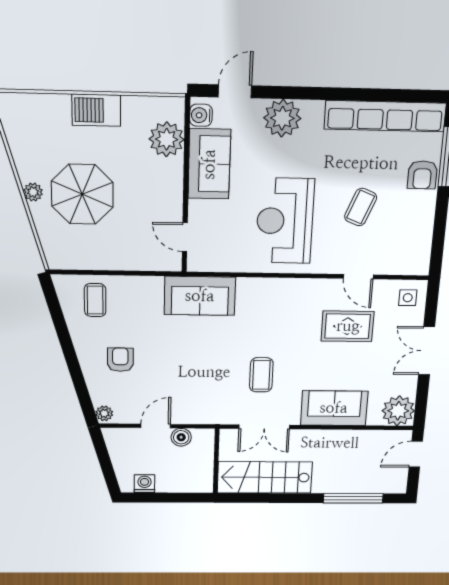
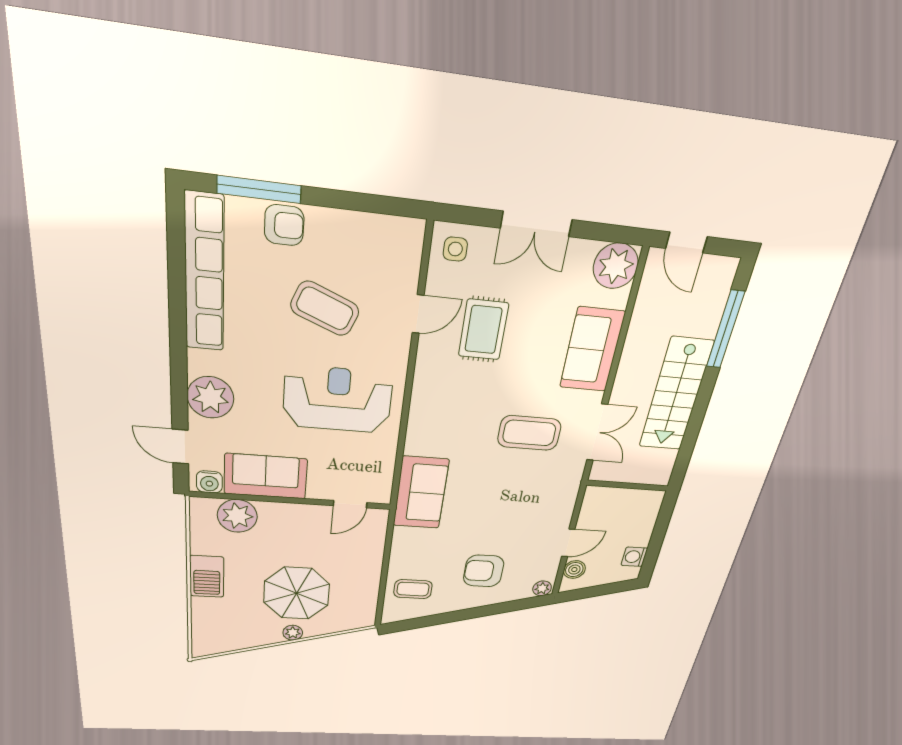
coffee table: (361, 207) -> (325, 309), width x1.36, depth x1.30
reception desk: (285, 221) -> (338, 399), turned 180
armchair: (120, 360) -> (484, 571), width x1.38, depth x1.38
coffee table: (261, 375) -> (529, 433), width x1.36, depth x1.30
door: (156, 426) -> (568, 543), swing flipped
boiler: (181, 437) -> (574, 570), moved
stairs: (265, 477) -> (676, 395), moved

